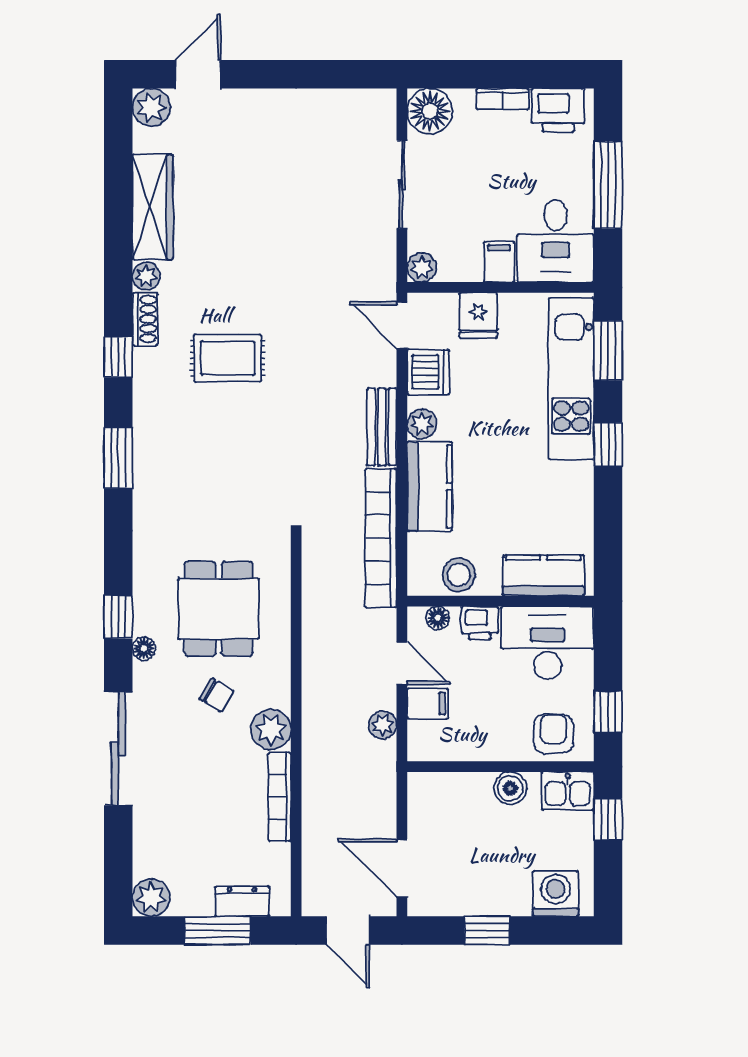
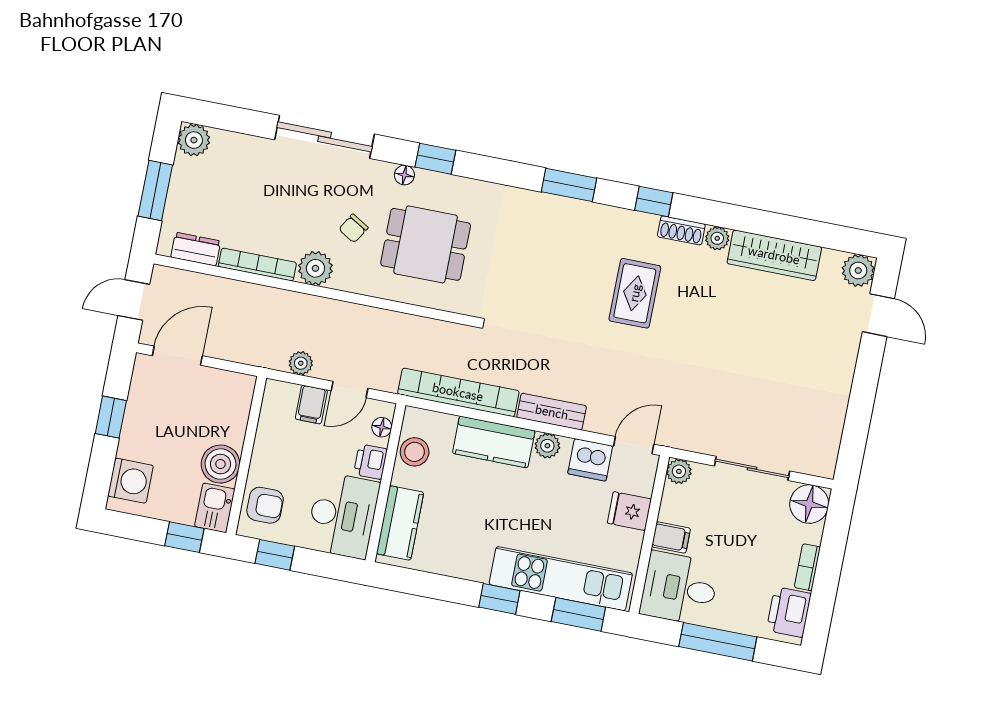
boiler: (510, 788) -> (221, 464), width x1.36, depth x1.36
dresser: (242, 901) -> (196, 249), moved, turned -90

